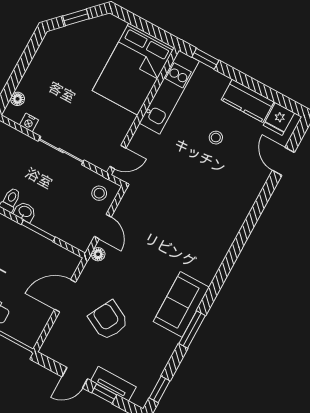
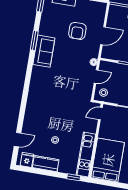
door: (283, 161) -> (17, 140), hinge flipped
door: (103, 227) -> (96, 76), swing flipped
armchair: (108, 320) -> (77, 31), turned 62

